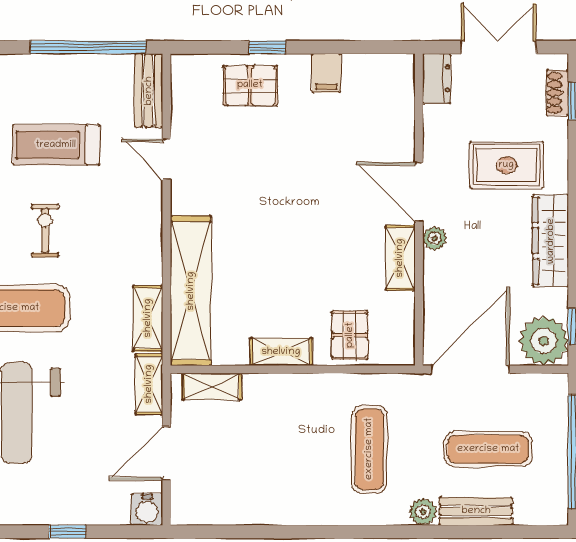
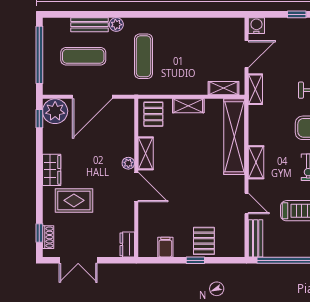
dresser: (437, 78) -> (127, 244), moved
pallet: (250, 85) -> (204, 241), turned 90
door: (419, 192) -> (136, 187), moved
wall: (419, 210) -> (136, 178), moved
plant: (435, 238) -> (128, 163), moved
wardrobe: (551, 241) -> (52, 170), width x0.67
shelving: (400, 258) -> (146, 153), moved
shelving: (148, 318) -> (256, 162), moved

